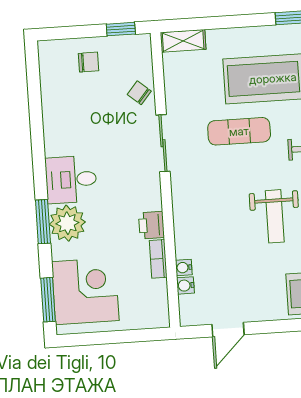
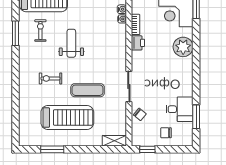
desk: (71, 179) -> (180, 109), moved
window: (43, 222) -> (196, 117), moved

